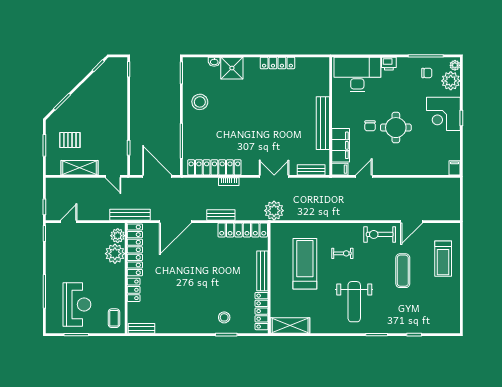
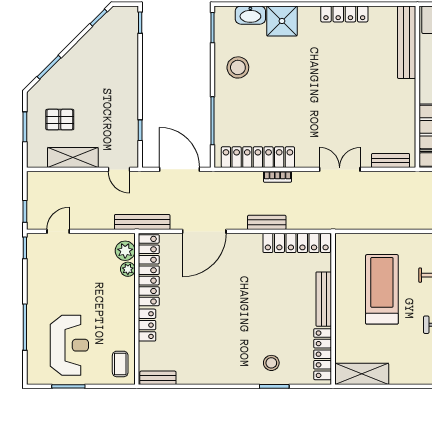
washbasin: (214, 62) -> (250, 15), width x1.91, depth x1.45
bench: (323, 123) -> (407, 42), moved
plant: (274, 211) -> (340, 216), removed
plant: (115, 254) -> (128, 269), width x0.53, depth x0.53

